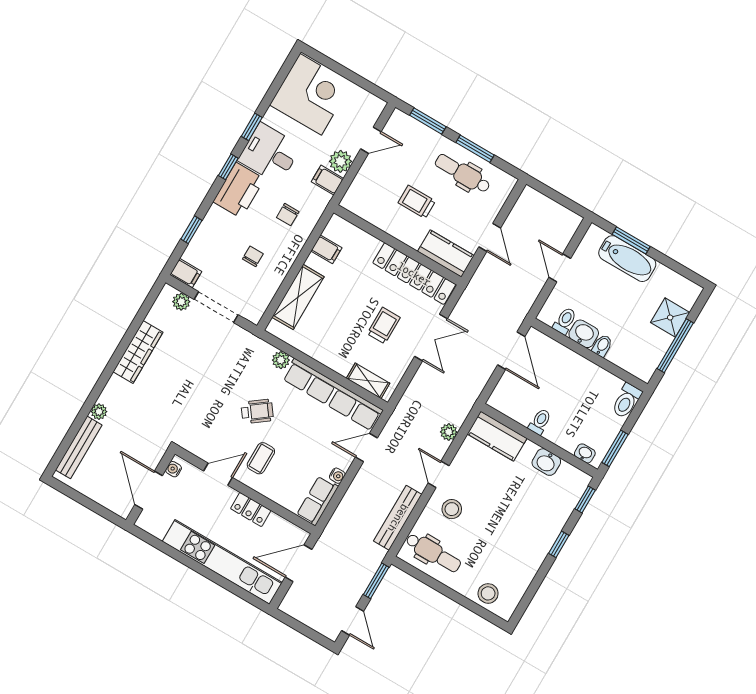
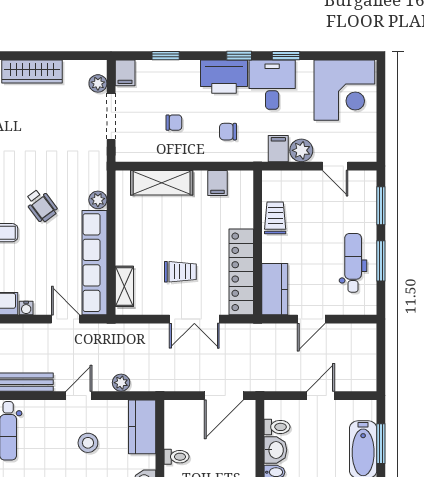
trolley: (417, 202) -> (275, 218), moved
stool: (452, 509) -> (88, 443), moved

